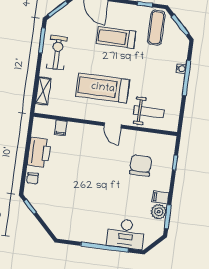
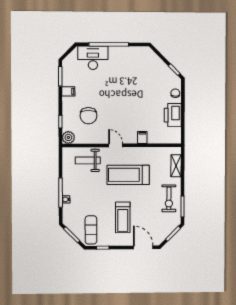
treadmill: (116, 37) -> (123, 217), turned 90
treadmill: (103, 88) -> (128, 175), turned 180
filing cabinet: (61, 128) -> (142, 138), moved
plant: (159, 212) -> (68, 137), moved

